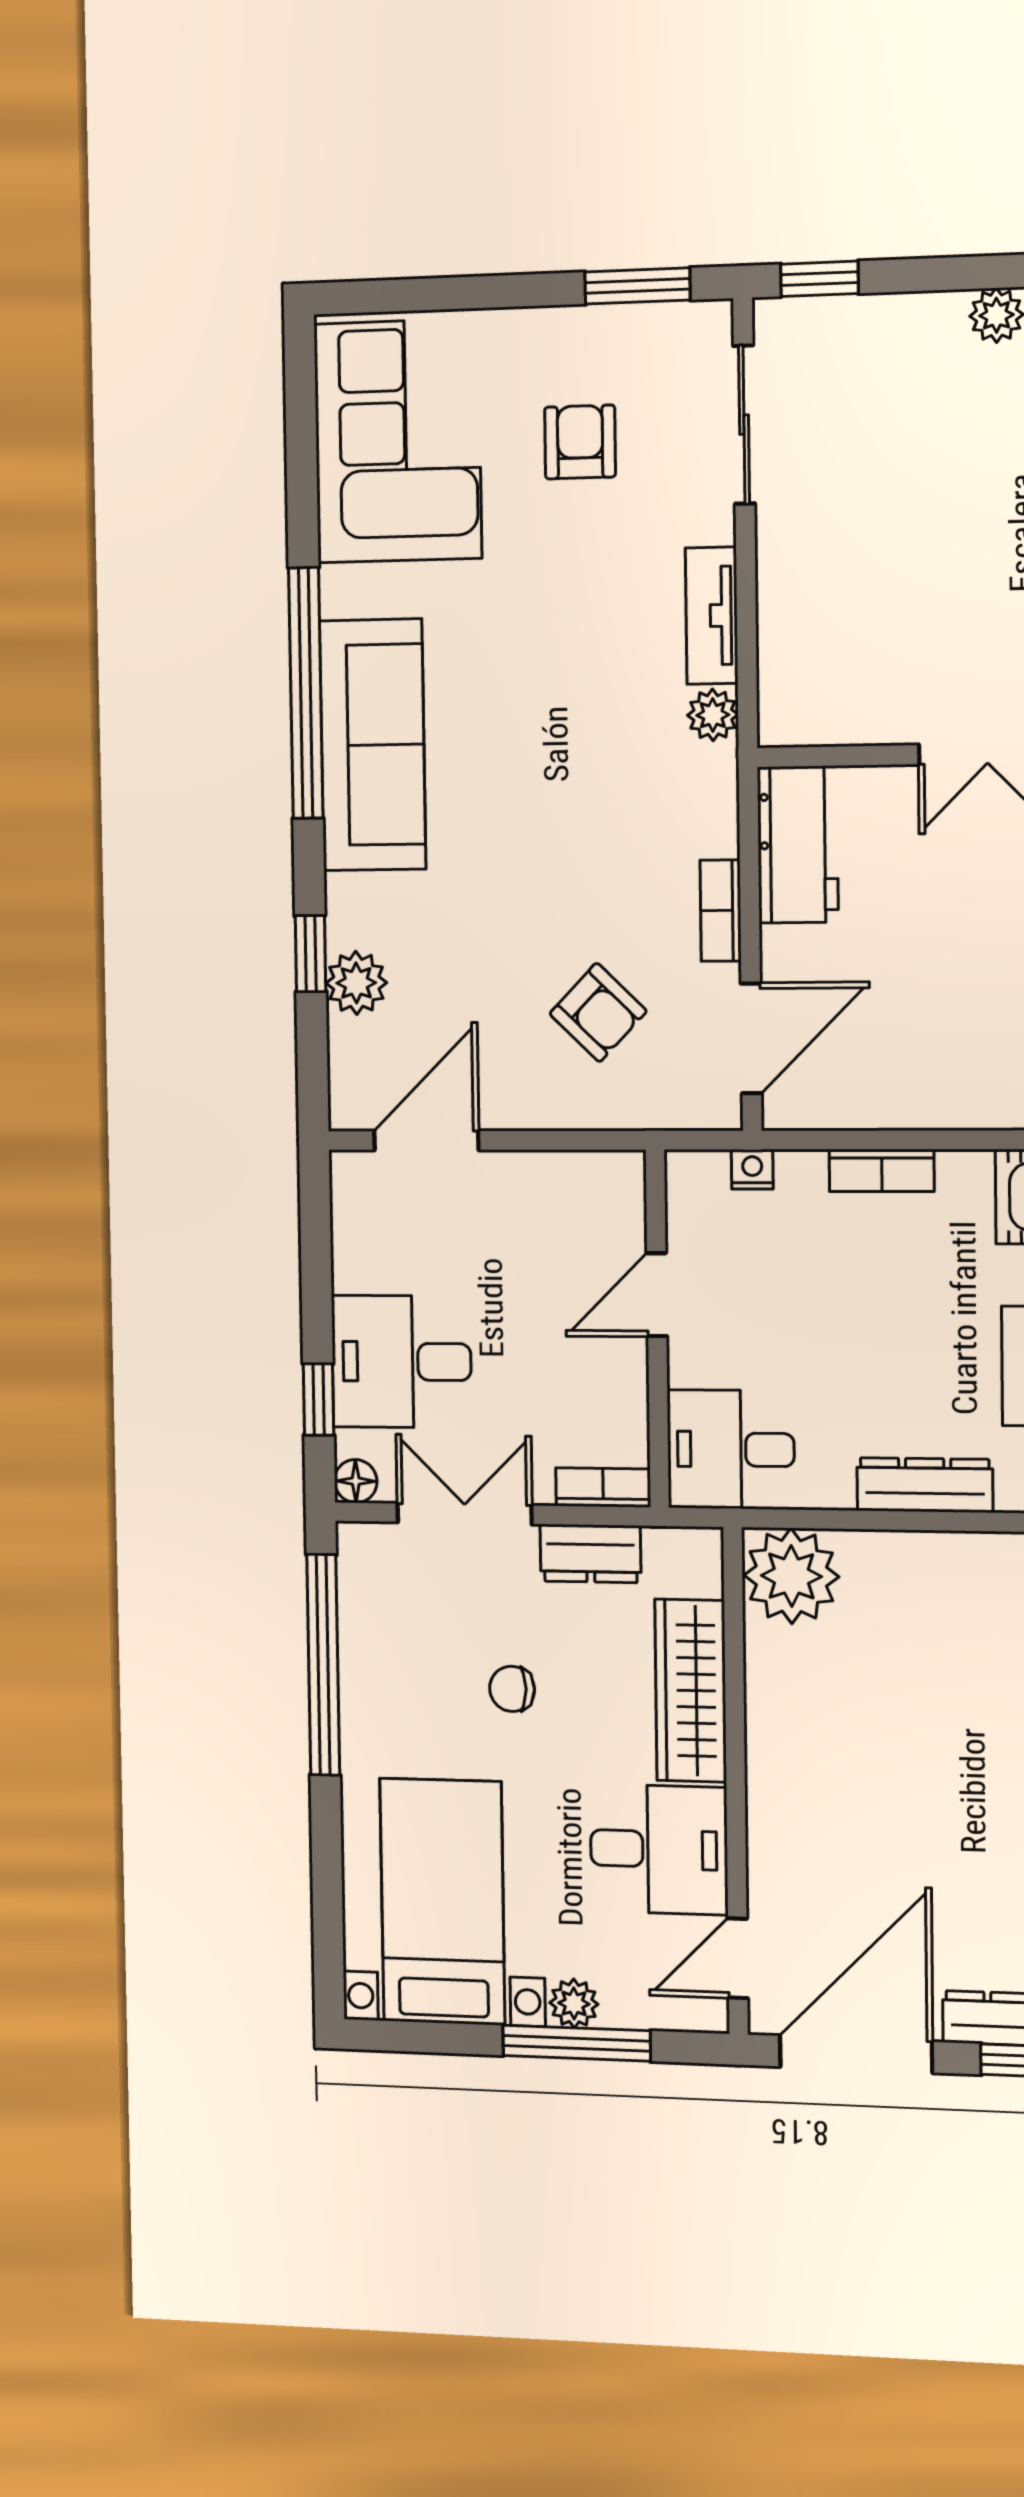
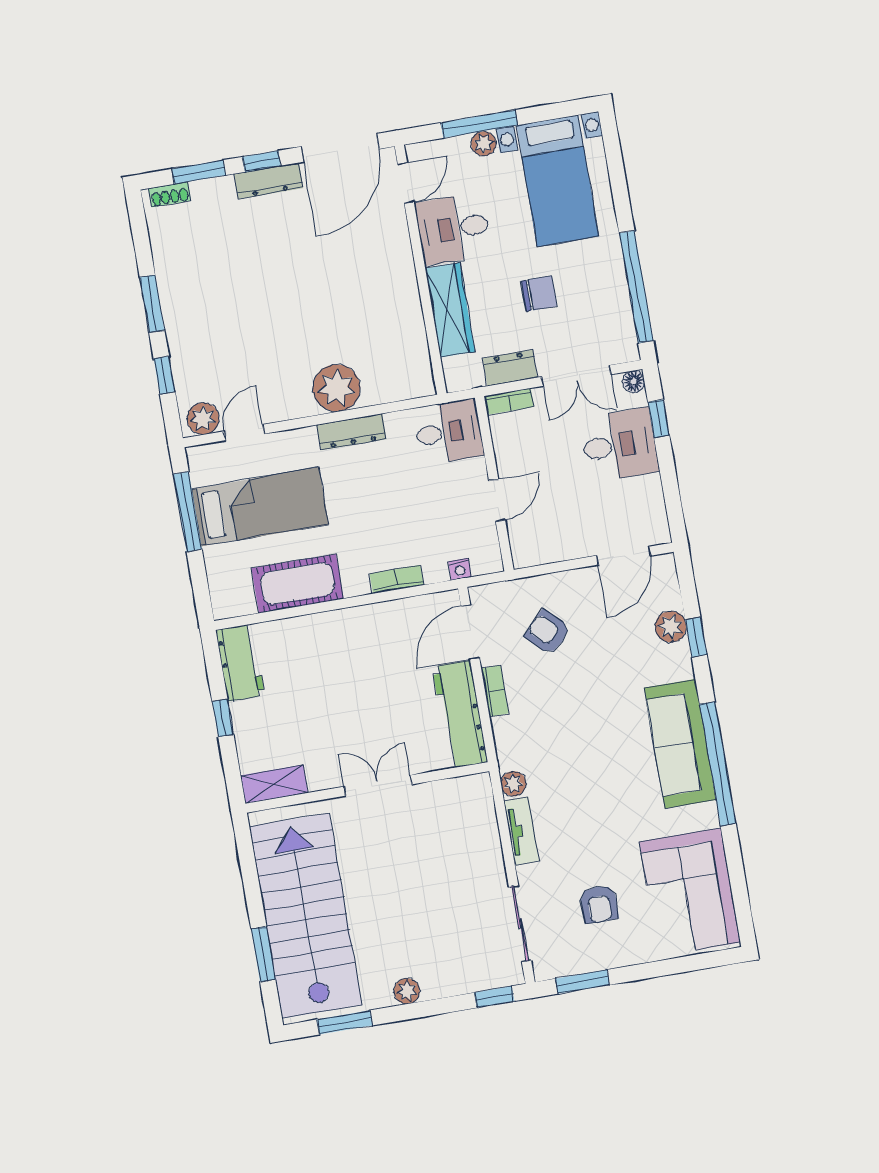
workbench: (798, 845) -> (460, 714), width x1.38
plant: (791, 1576) -> (337, 388), moved
chair: (512, 1689) -> (539, 294), width x1.37, depth x1.37

